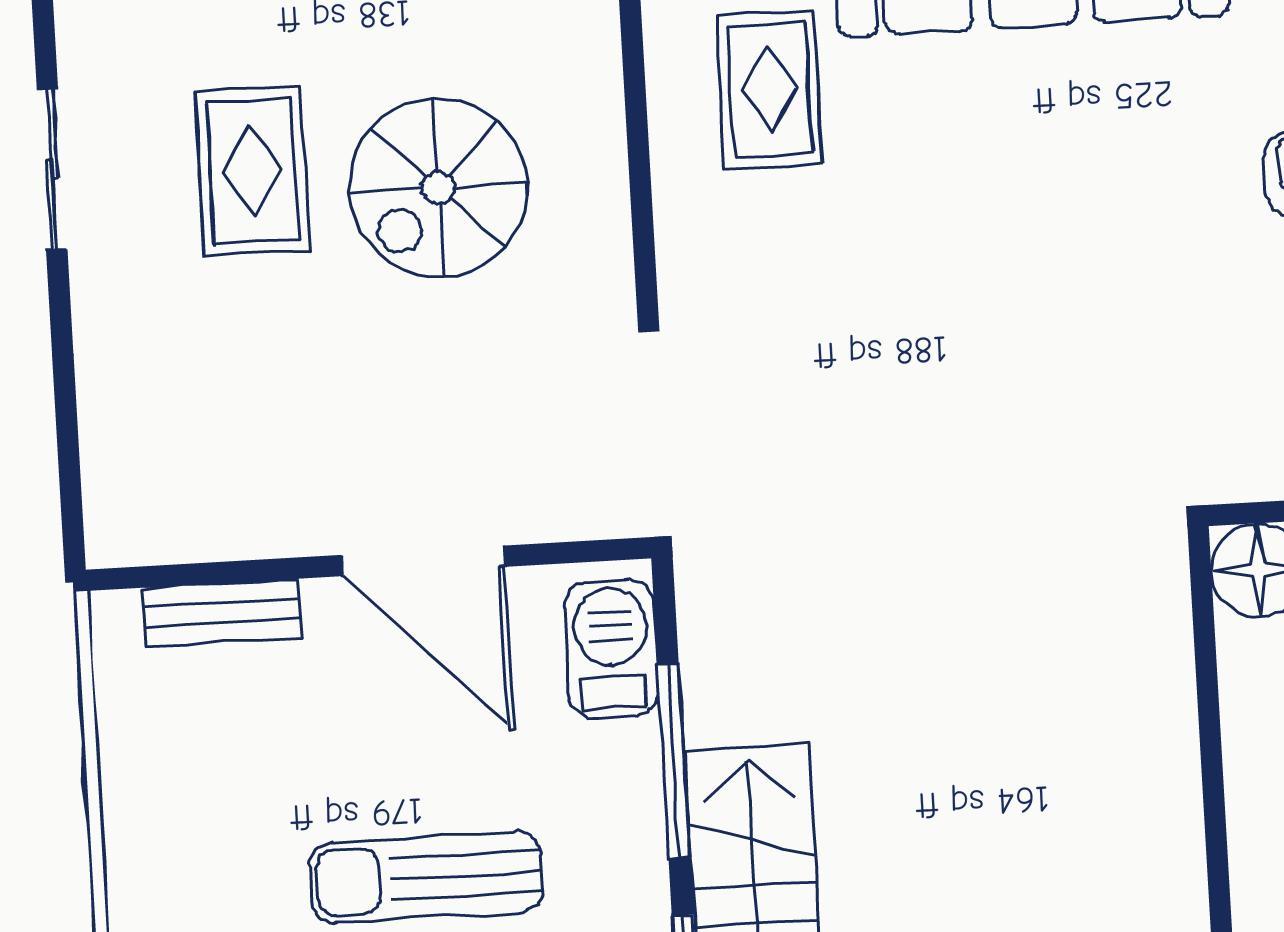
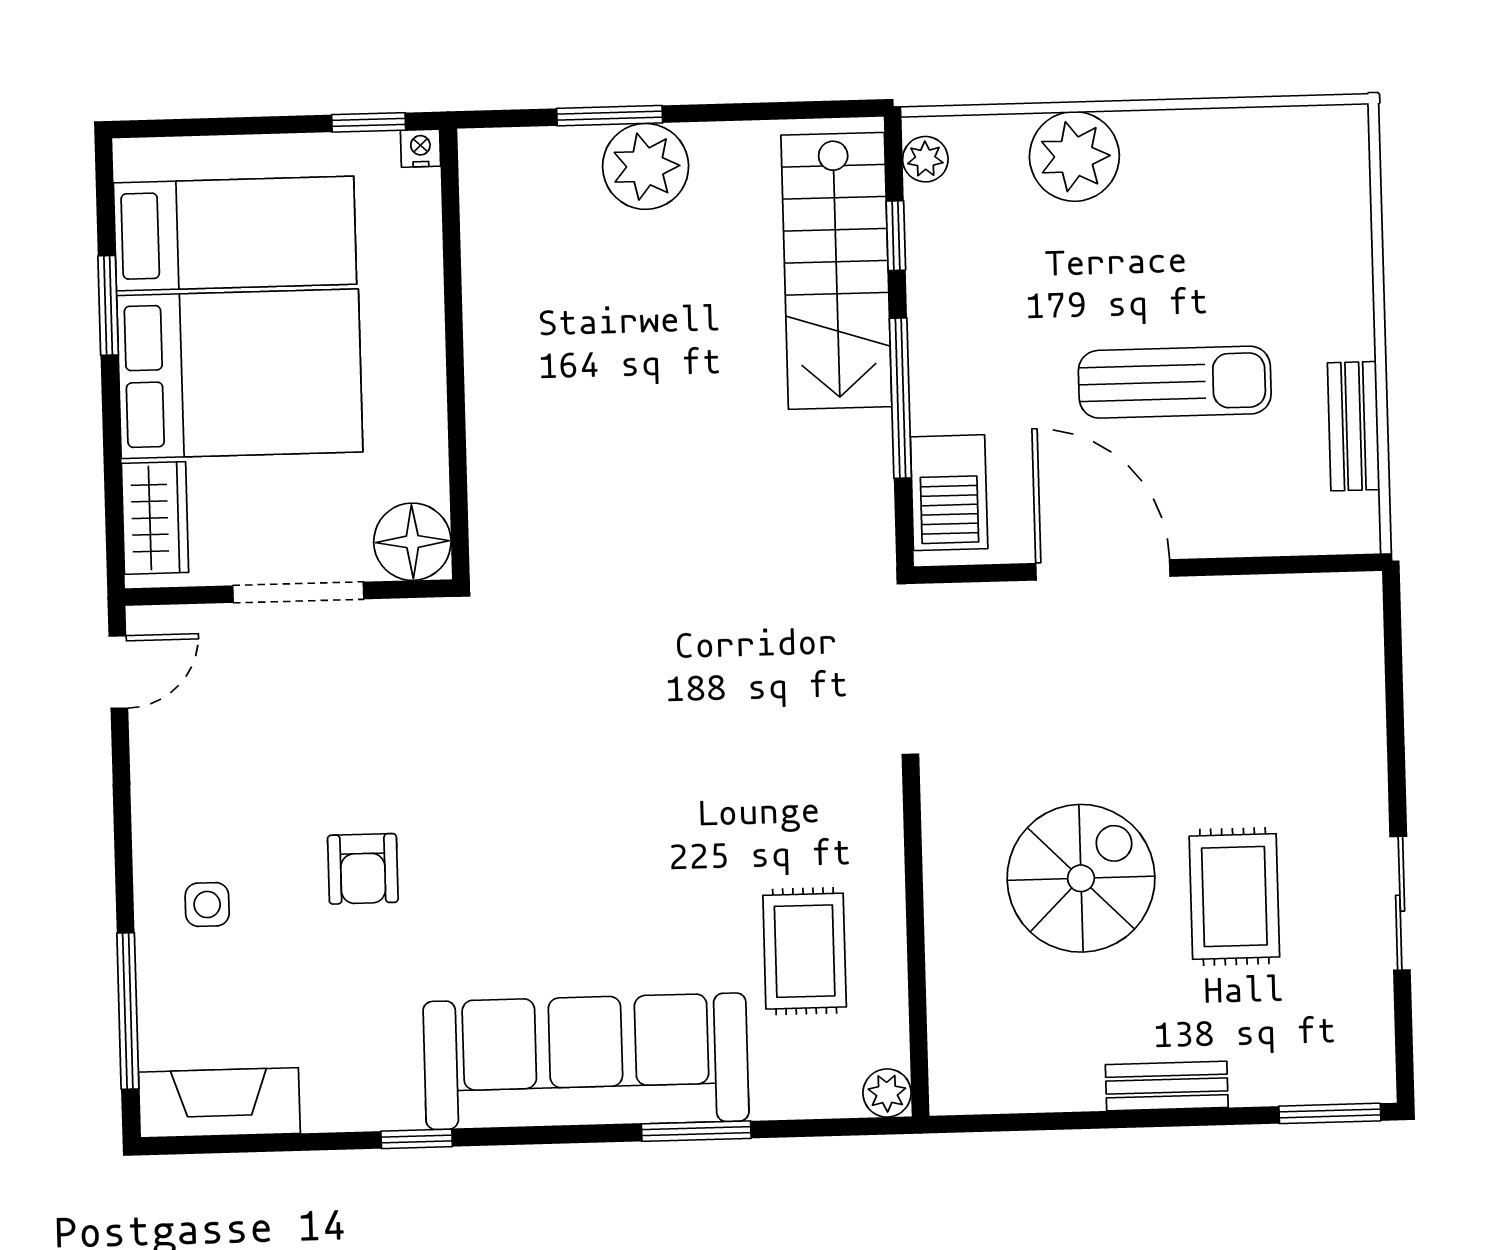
bench: (222, 613) -> (1354, 426), moved, turned 90
sun lounger: (426, 878) -> (1175, 382), moved

